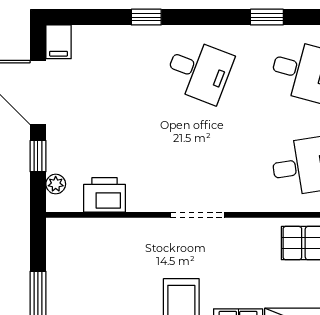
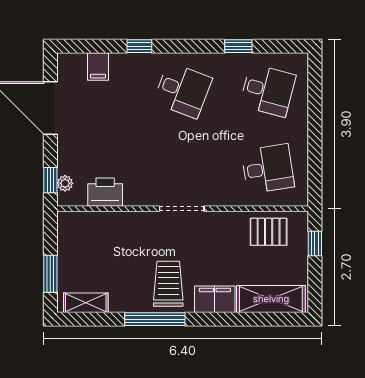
filing cabinet: (59, 42) -> (98, 66), moved
window: (38, 156) -> (50, 180), moved

